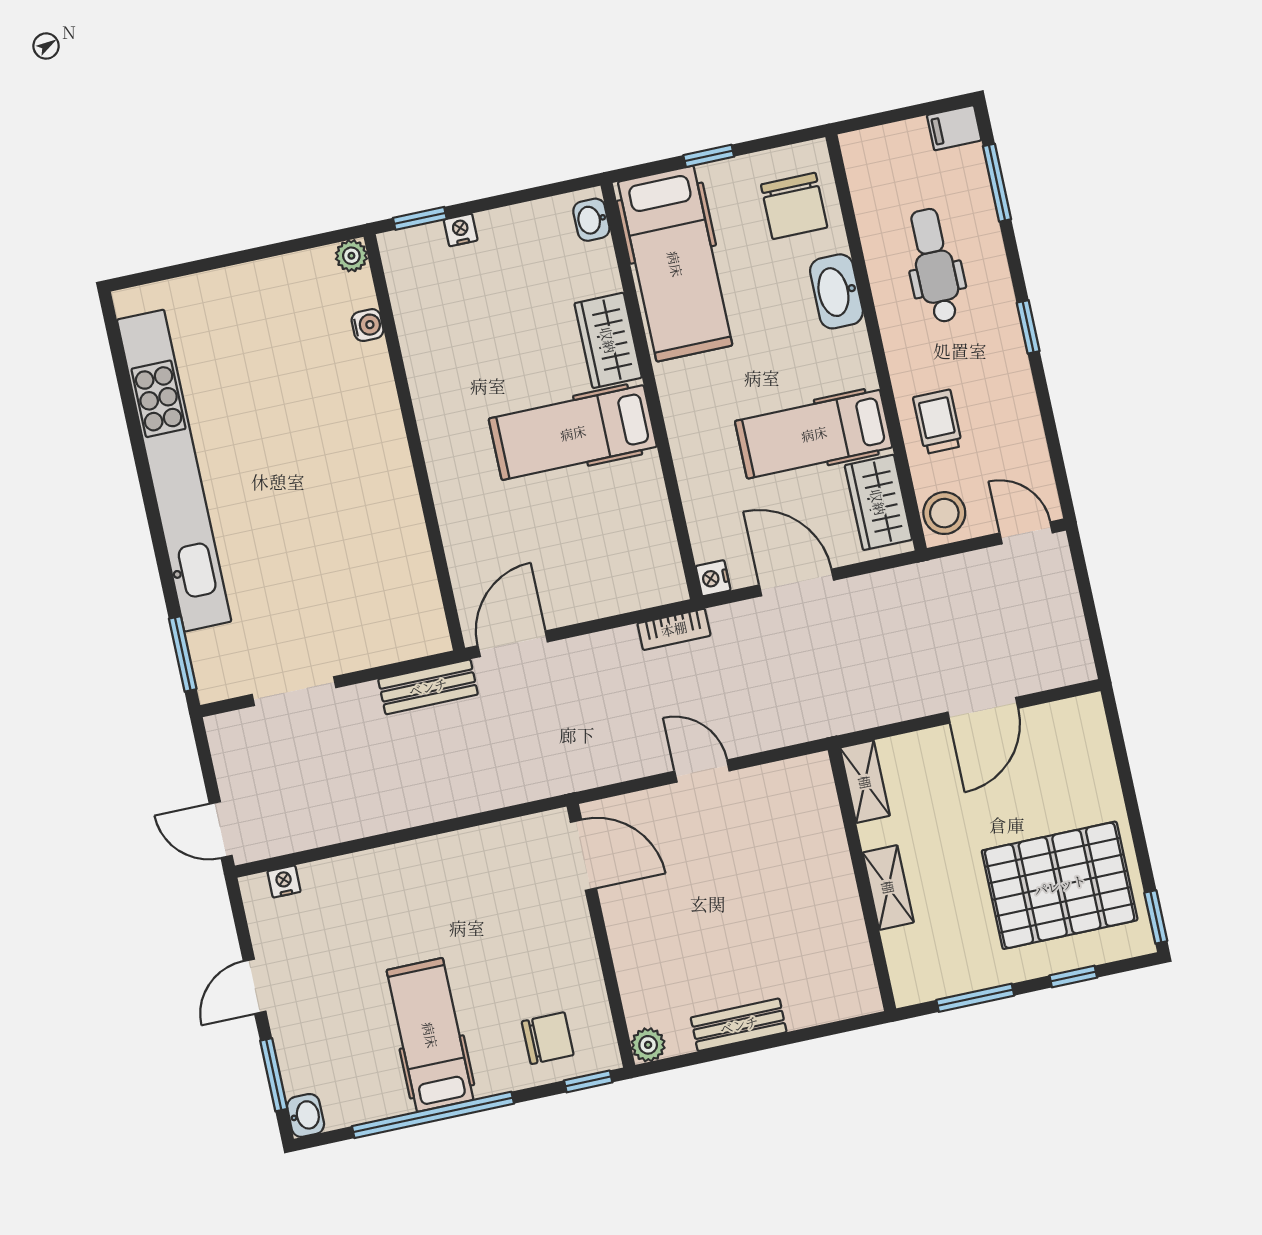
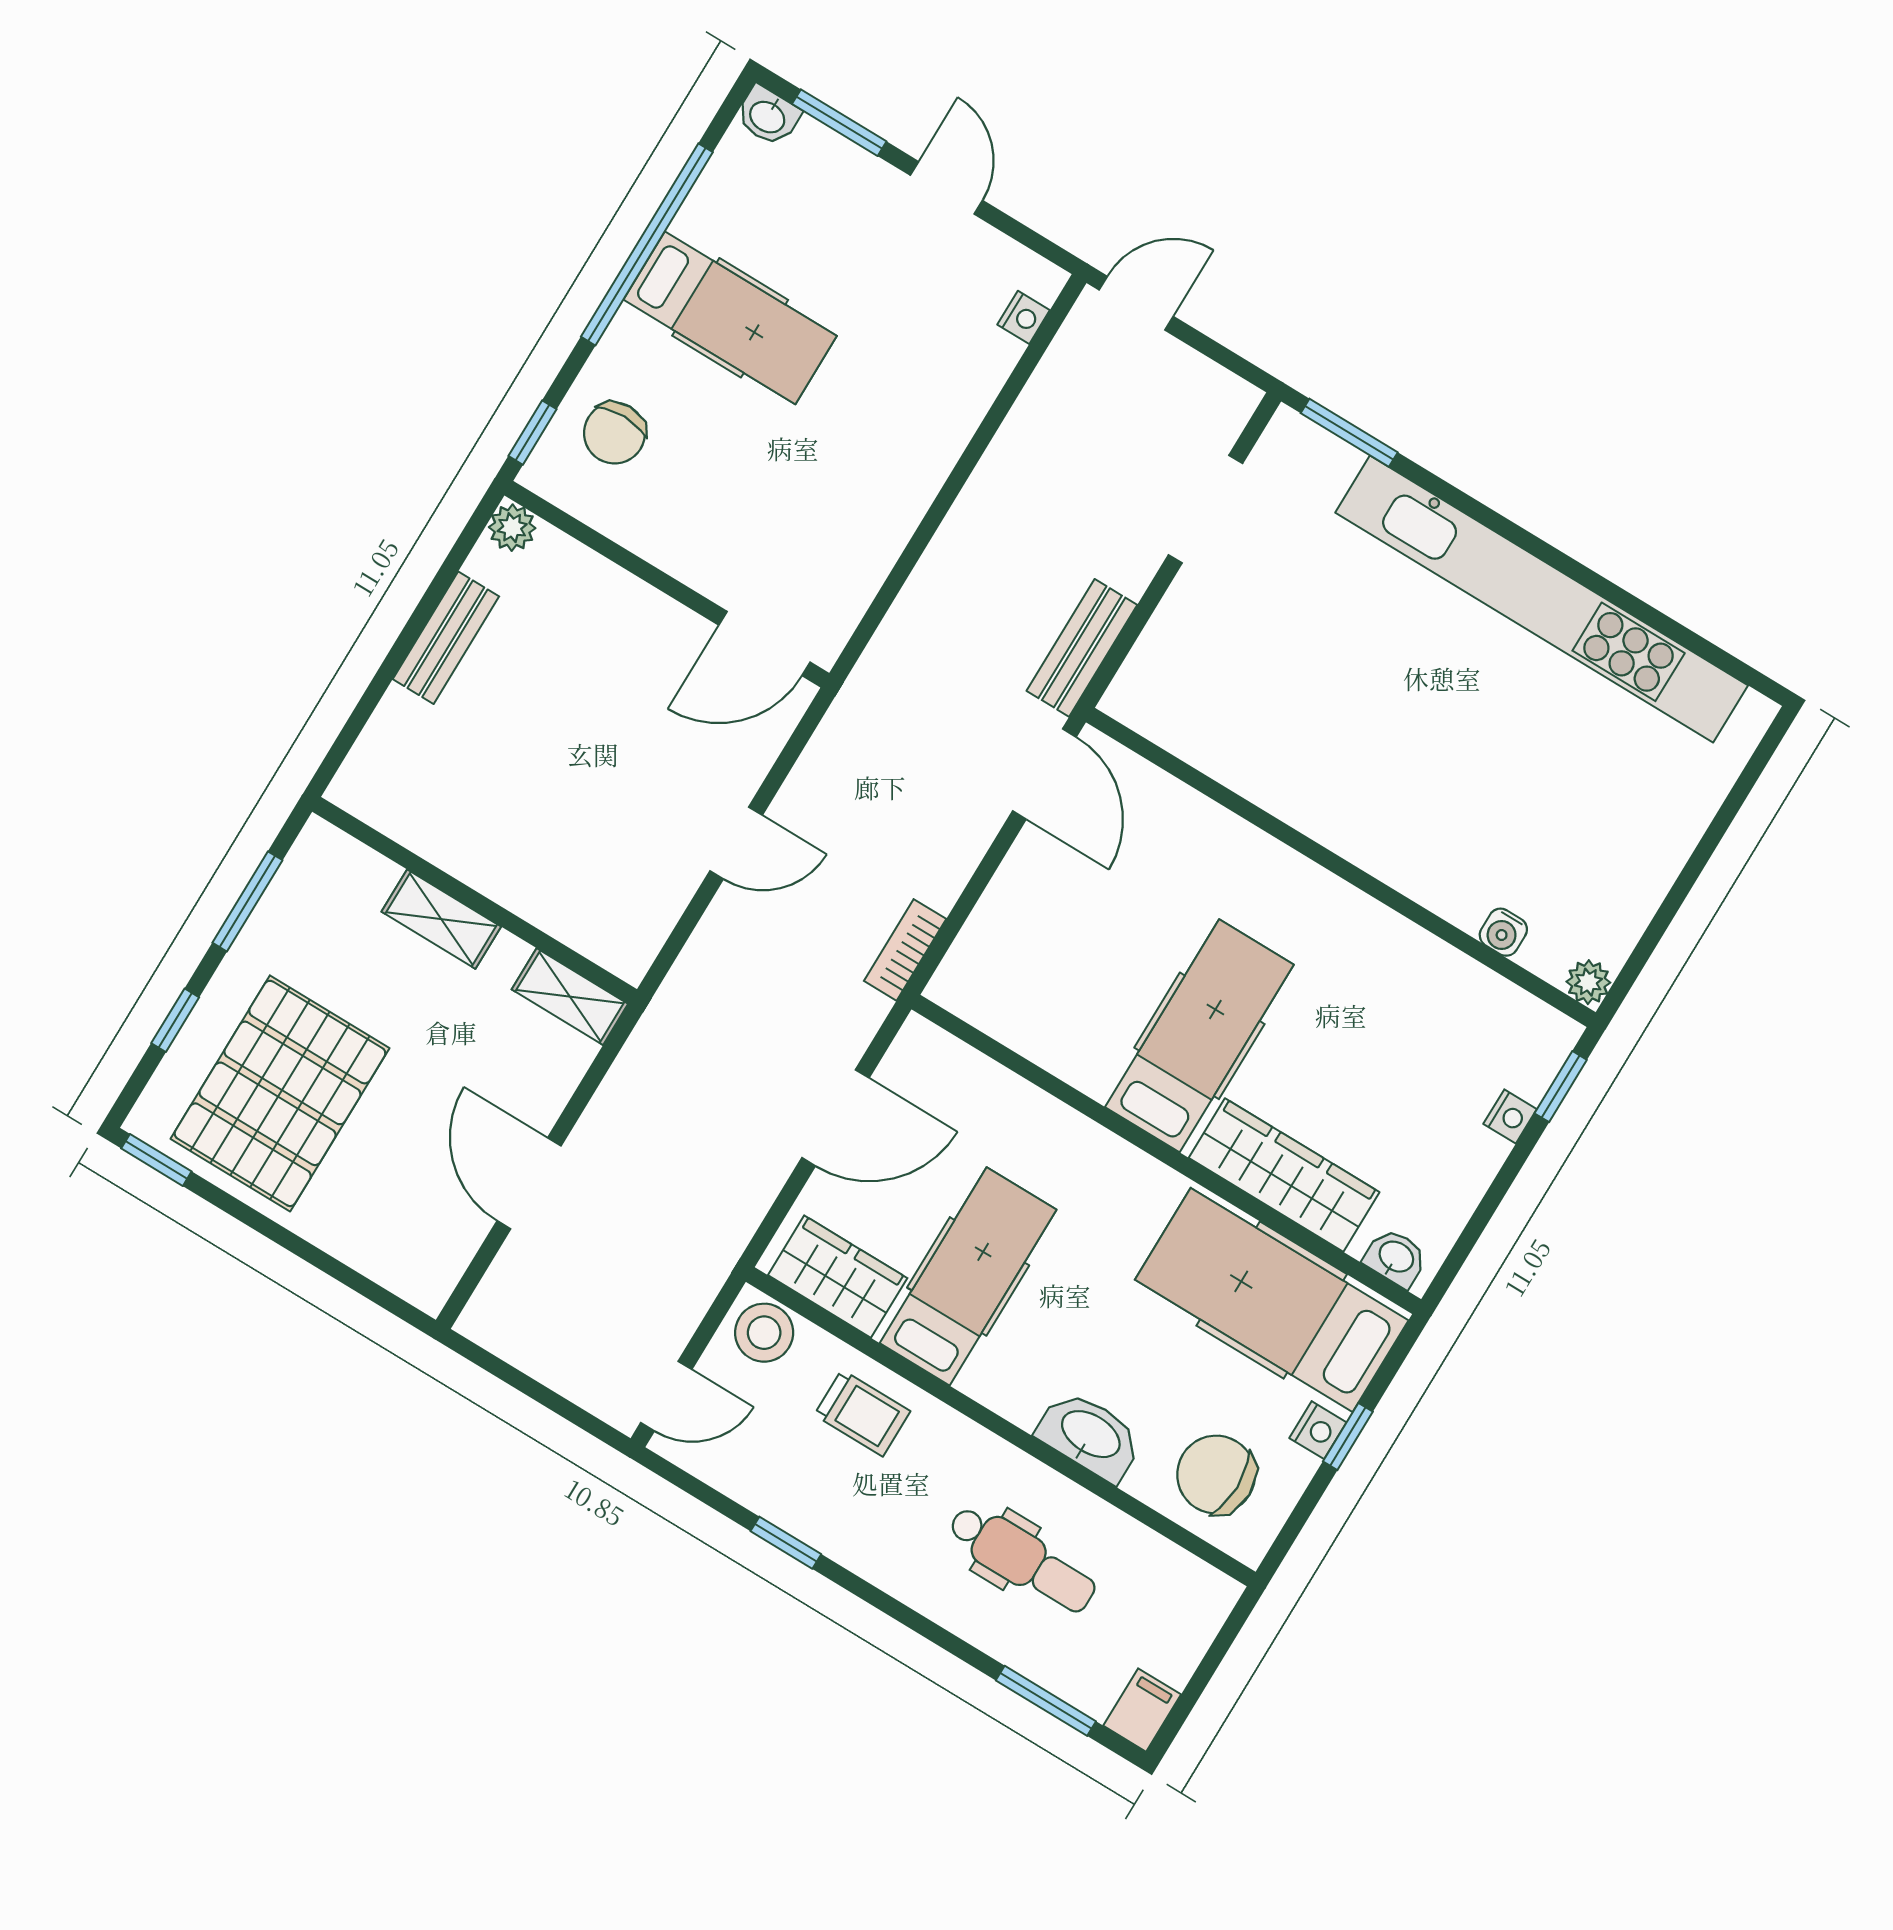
window: (1028, 327) -> (786, 1543), moved
wardrobe: (608, 340) -> (1284, 1175), width x1.50
nightstand: (713, 578) -> (1318, 1430), moved, turned 90

